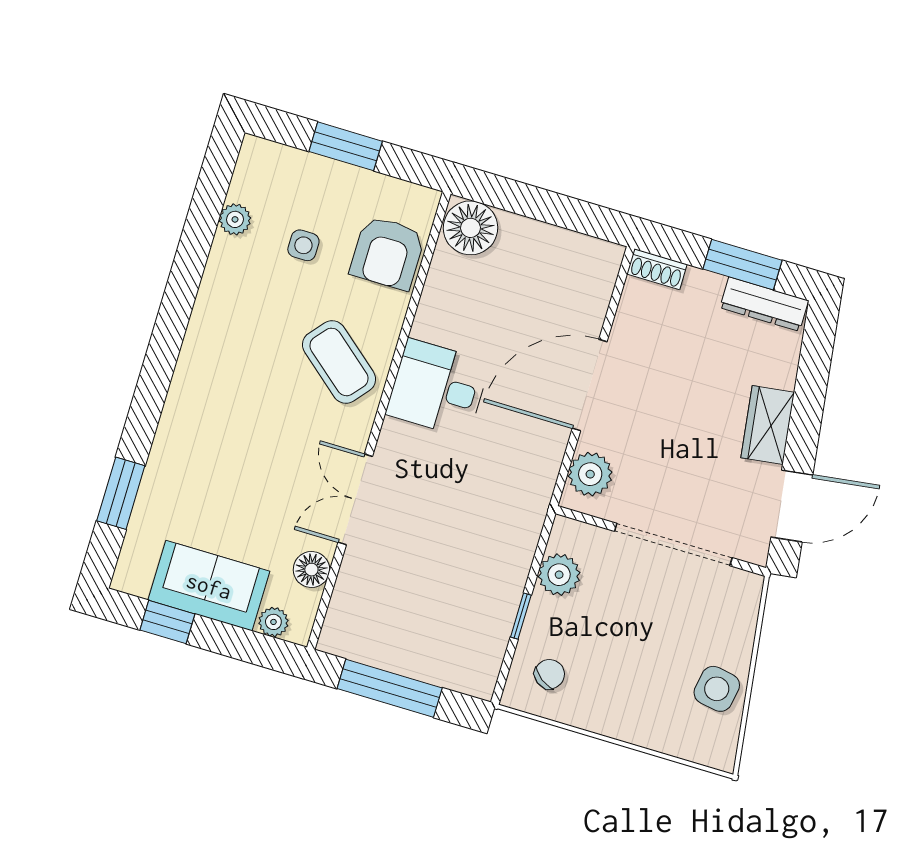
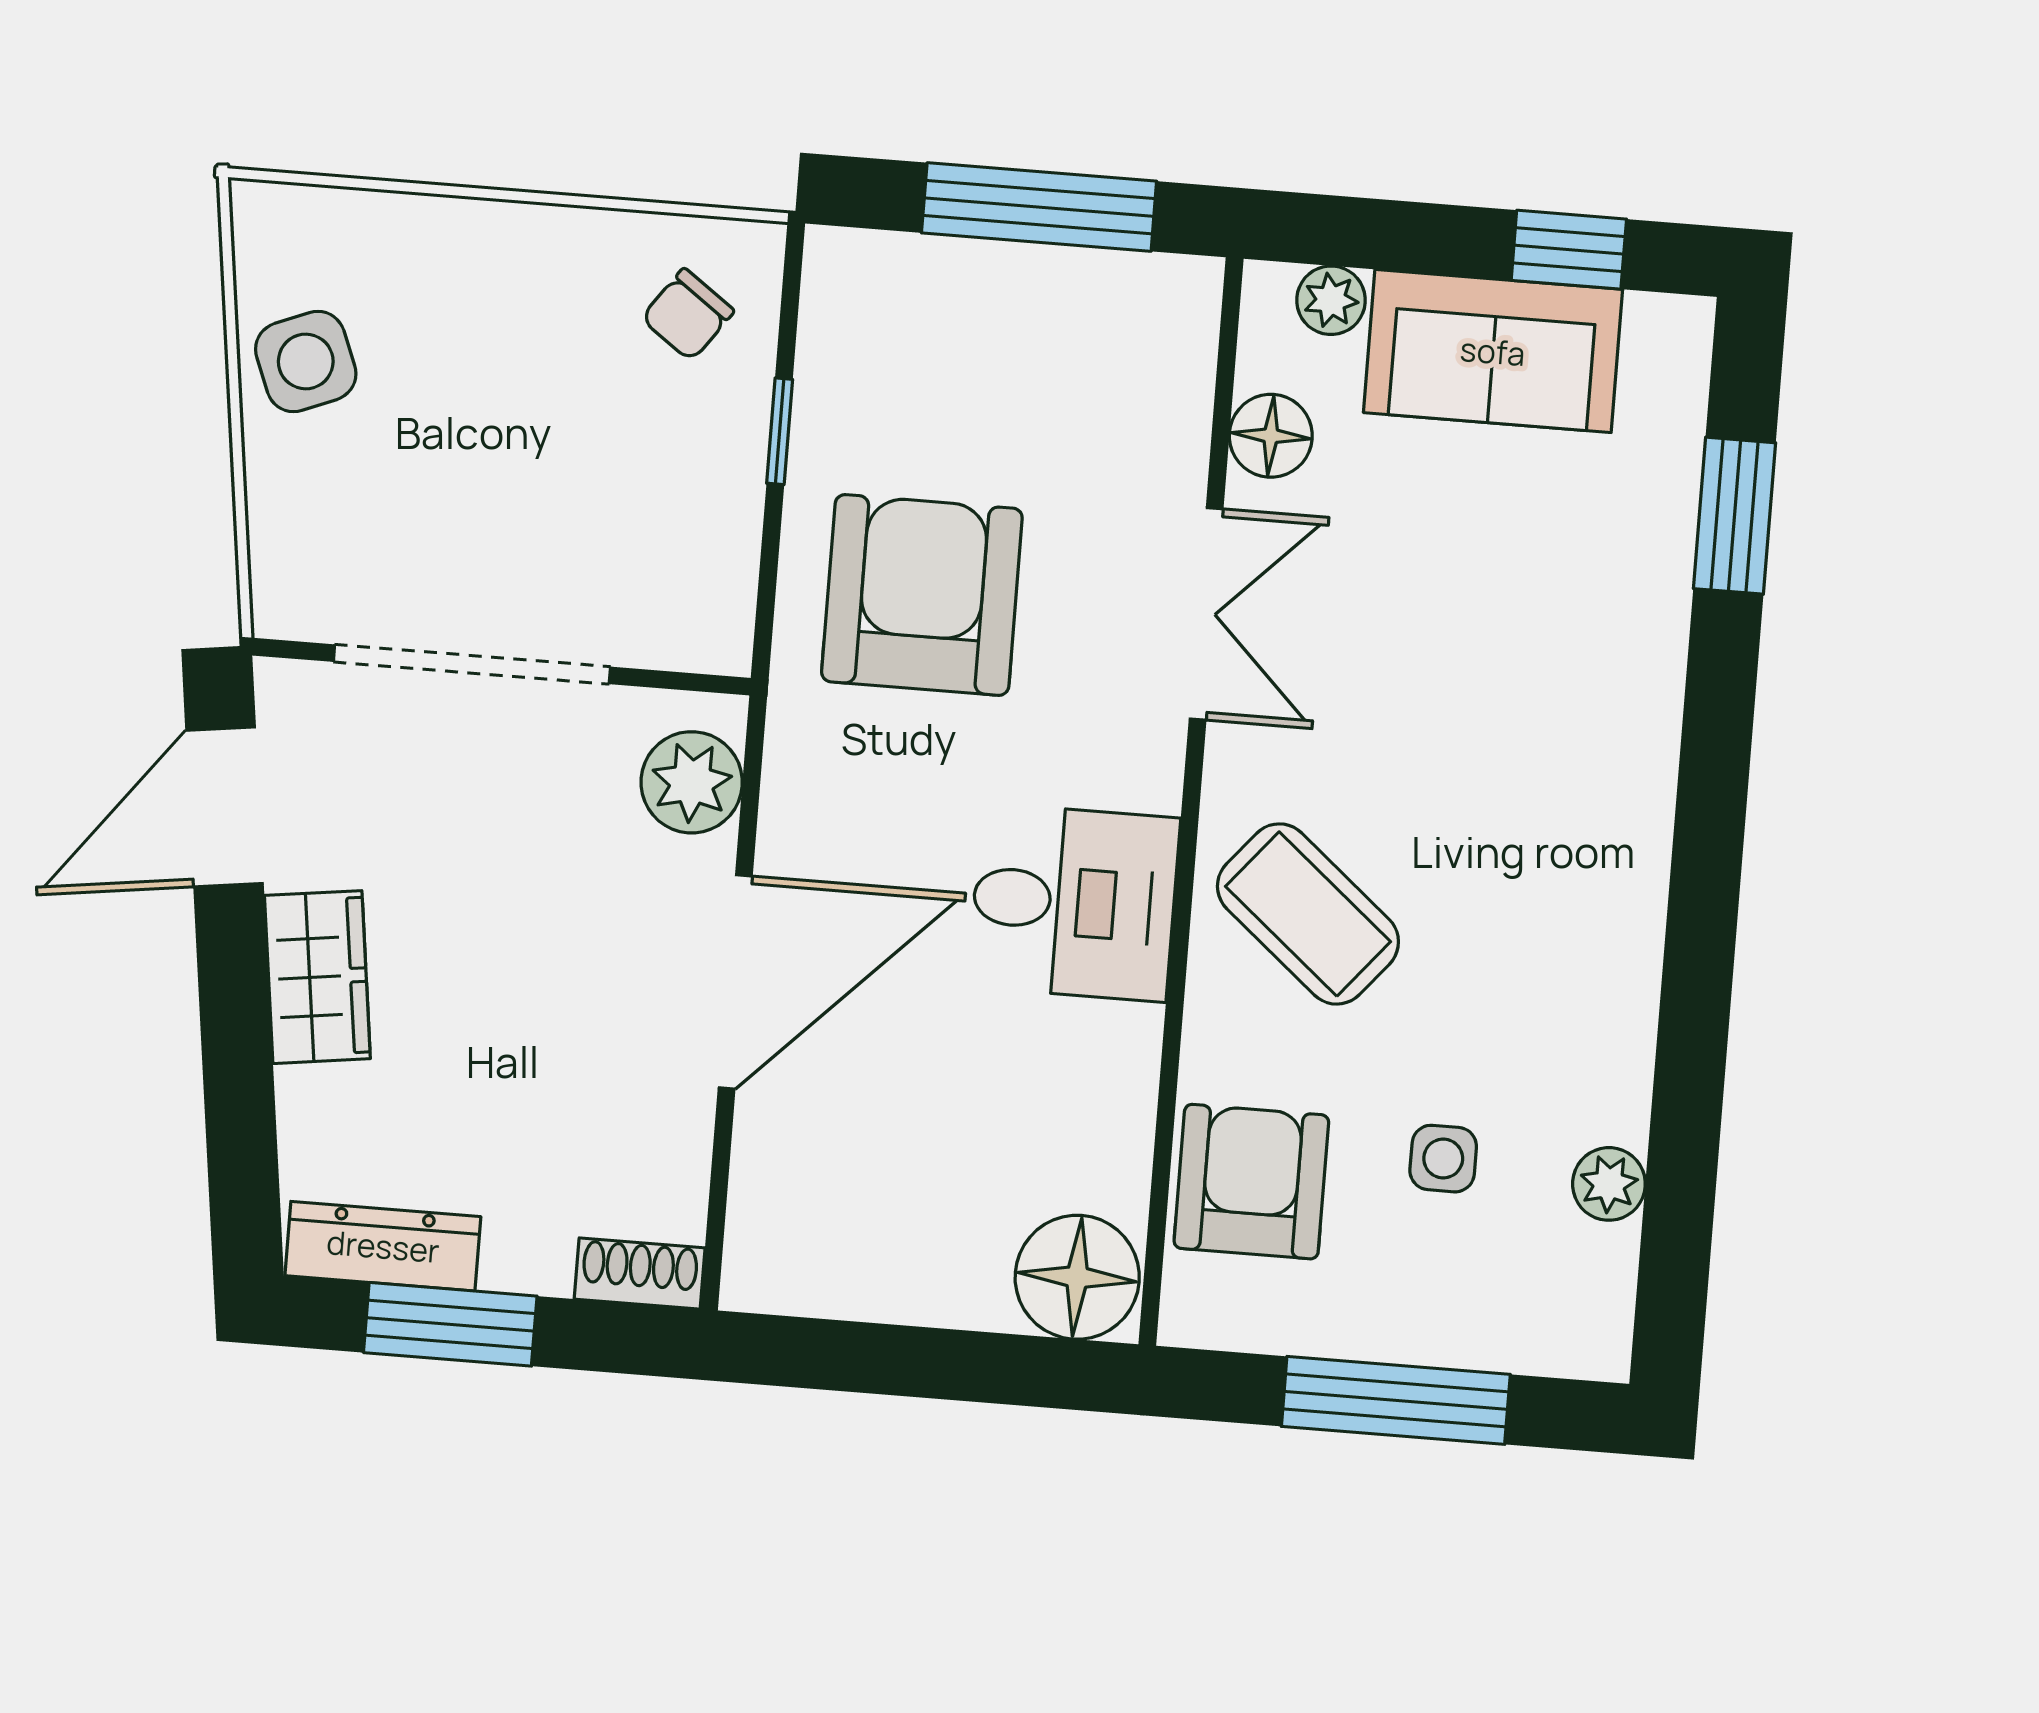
window: (346, 146) -> (1396, 1400), width x1.44
armchair: (475, 533) -> (922, 595), added
plant: (559, 575) -> (713, 542), removed
side table: (717, 689) -> (306, 361), turned -32

